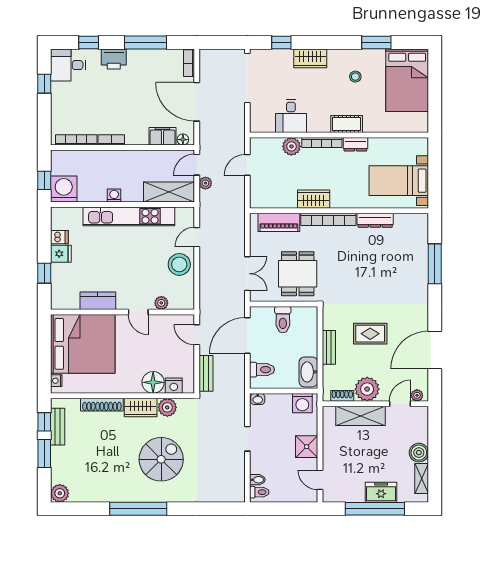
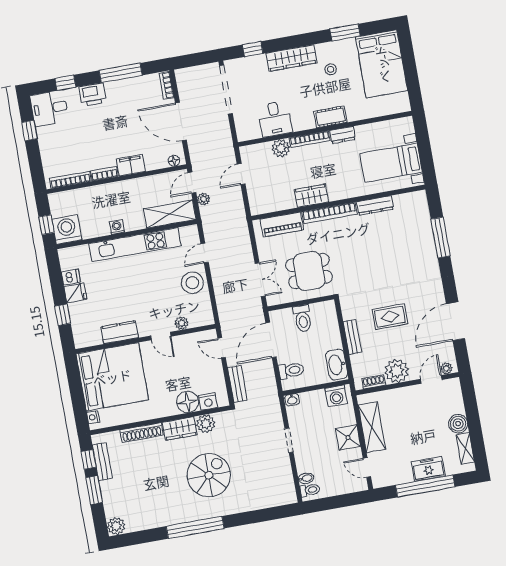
wardrobe: (310, 58) -> (291, 58), width x1.50
filing cabinet: (163, 136) -> (131, 165), moved
dining table: (298, 274) -> (309, 271), turned 90
shelving: (361, 416) -> (372, 427), moved, turned 90

